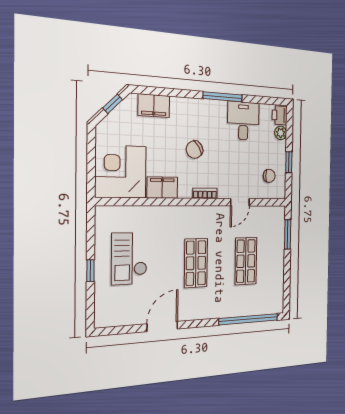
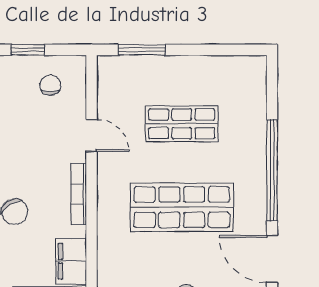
bookcase: (205, 193) -> (79, 194), width x1.56
shop shelf: (196, 263) -> (182, 207), width x1.43, depth x1.36
window: (249, 319) -> (272, 170), moved

